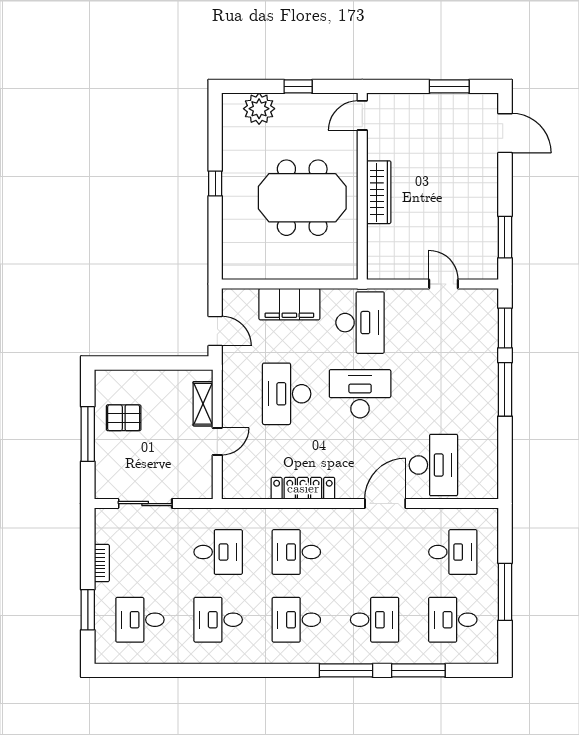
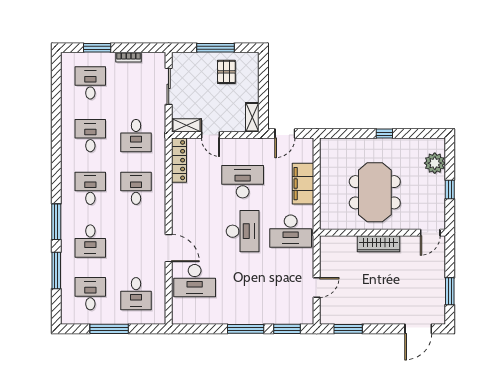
door: (362, 115) -> (430, 233), swing flipped
shelving: (203, 404) -> (252, 117), moved, turned 90
shelving: (203, 477) -> (186, 125), added
locker: (303, 488) -> (179, 160), moved

